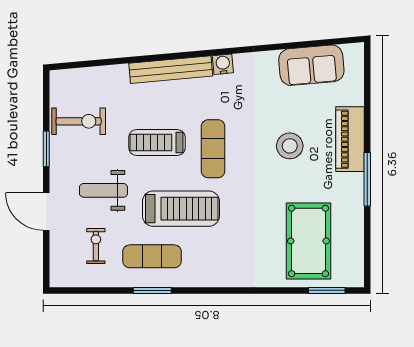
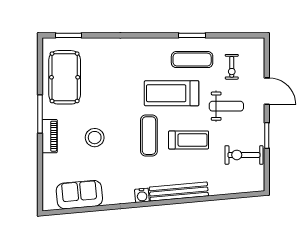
piano: (350, 139) -> (50, 136), width x0.73, depth x0.75
pool table: (308, 241) -> (65, 77), moved

